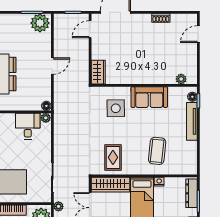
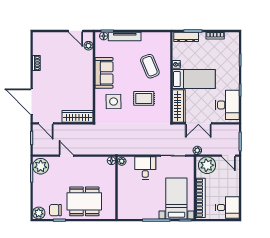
door: (198, 34) -> (76, 31), moved
door: (52, 66) -> (66, 156), moved
wardrobe: (98, 72) -> (78, 116), width x1.50
desk: (28, 126) -> (145, 168), moved, turned 90
coffee table: (157, 151) -> (150, 66), turned 62
rug: (113, 157) -> (144, 98), moved

